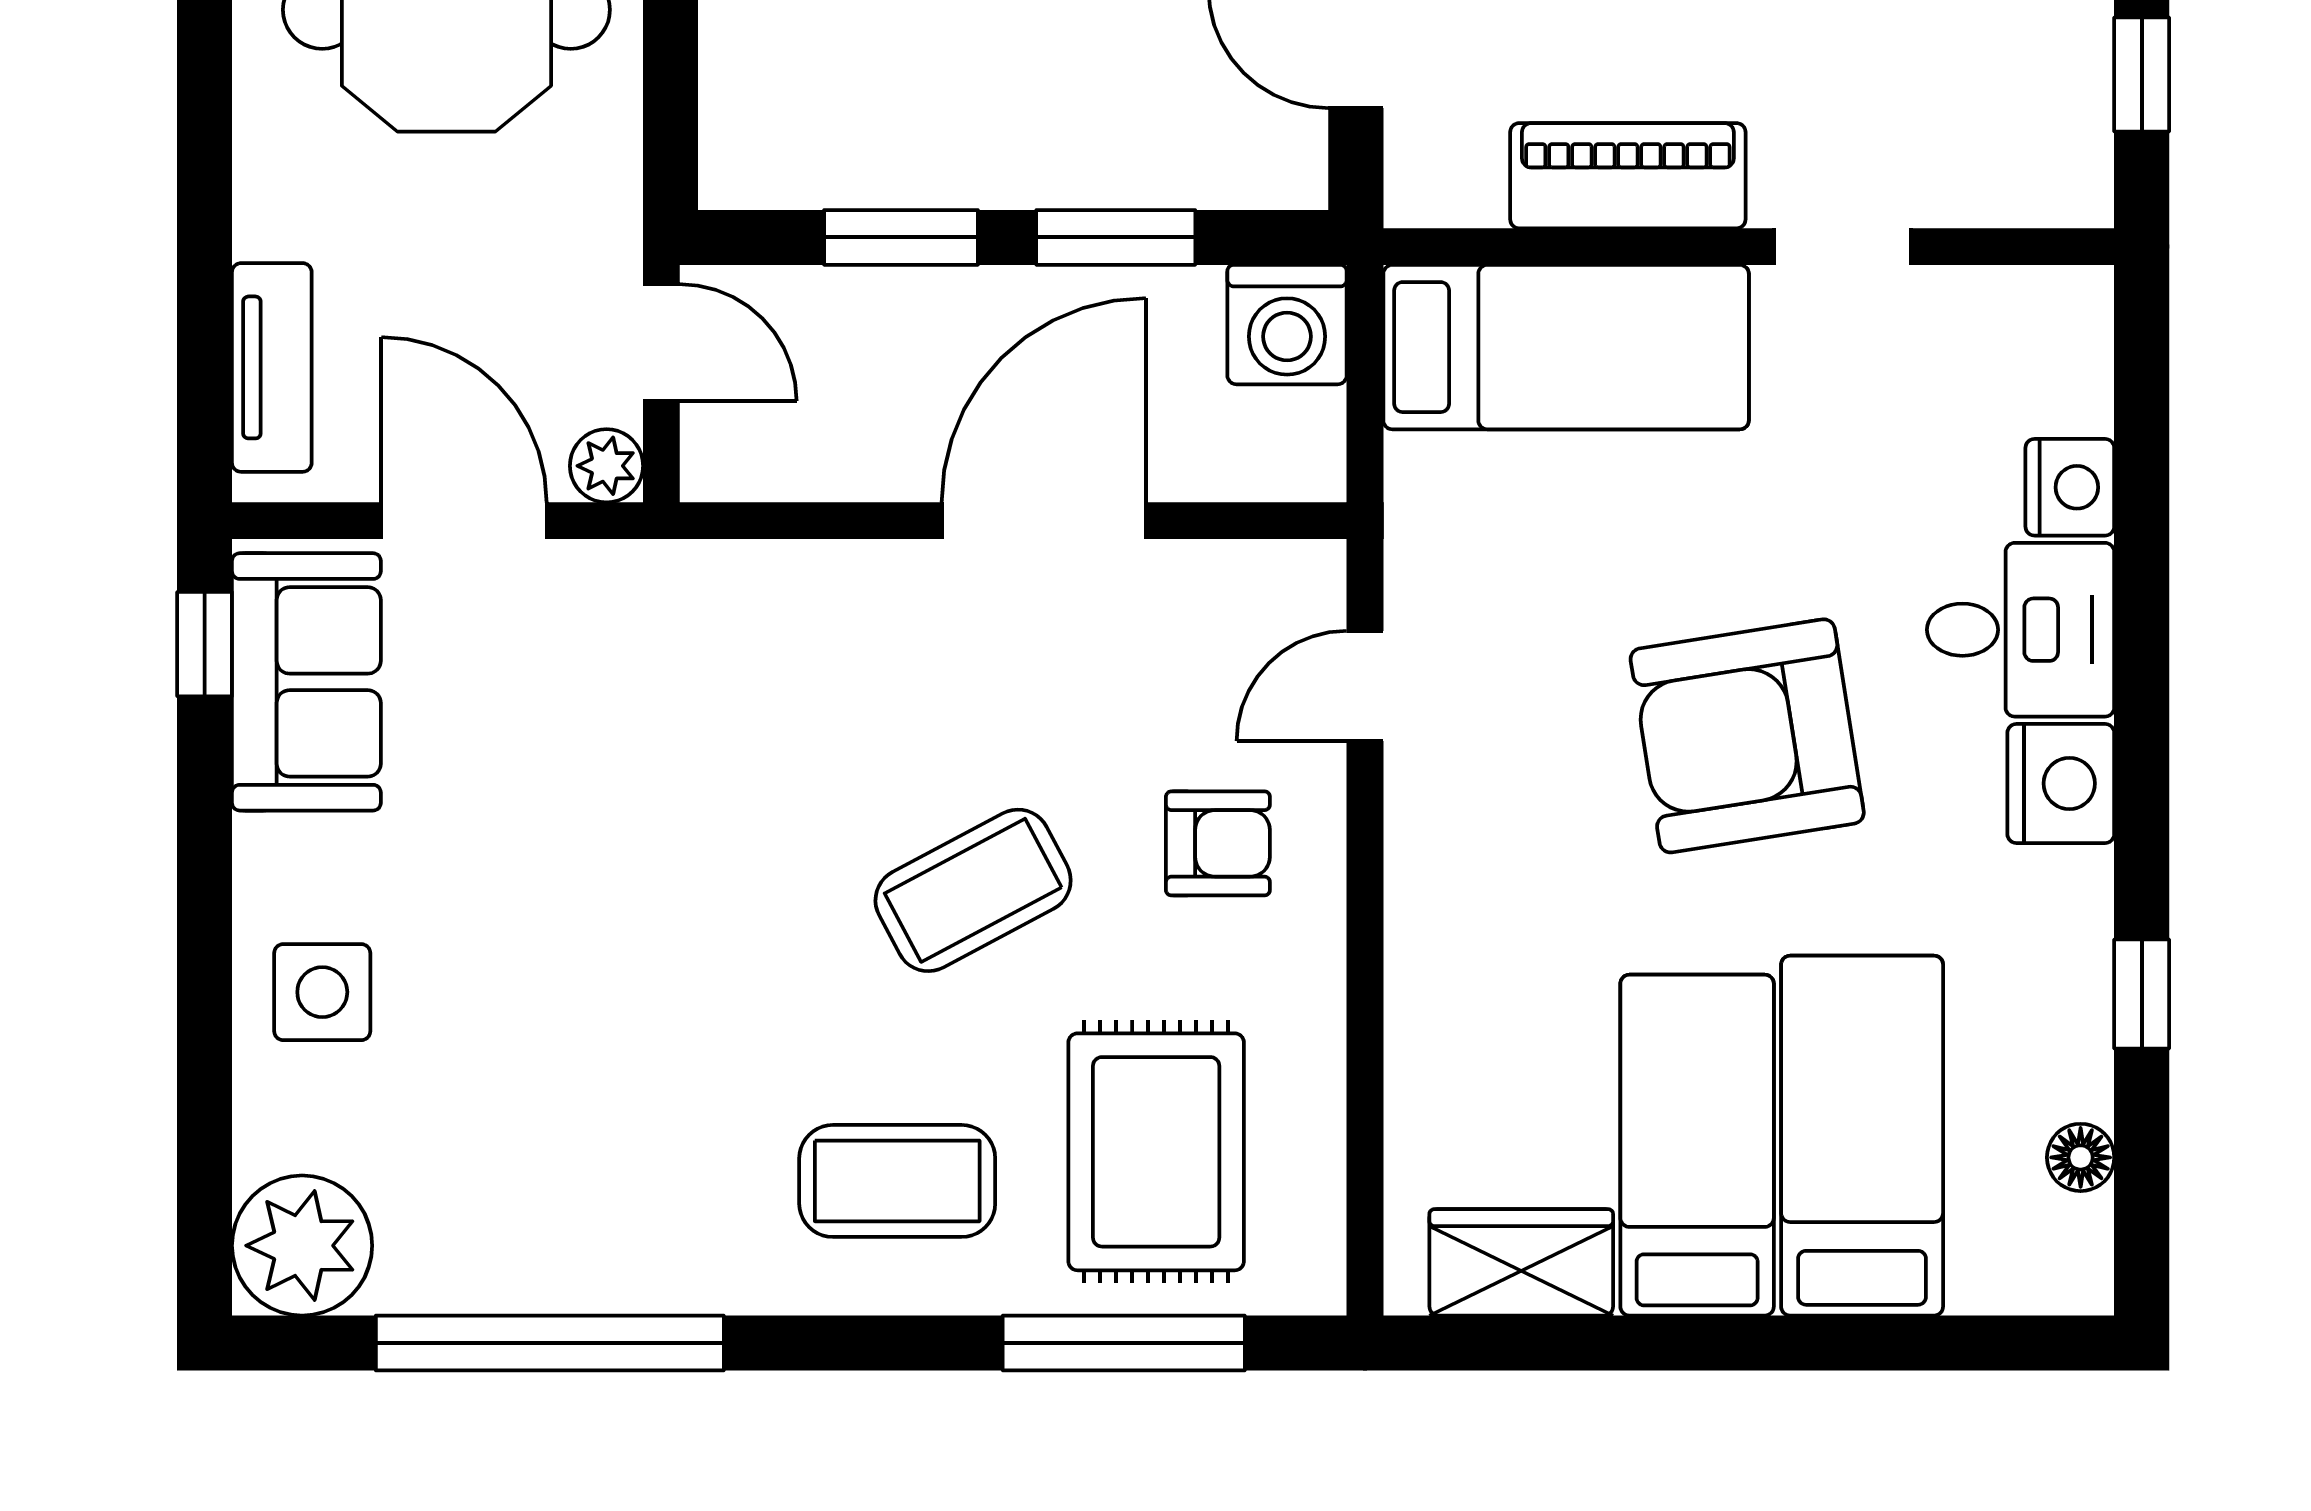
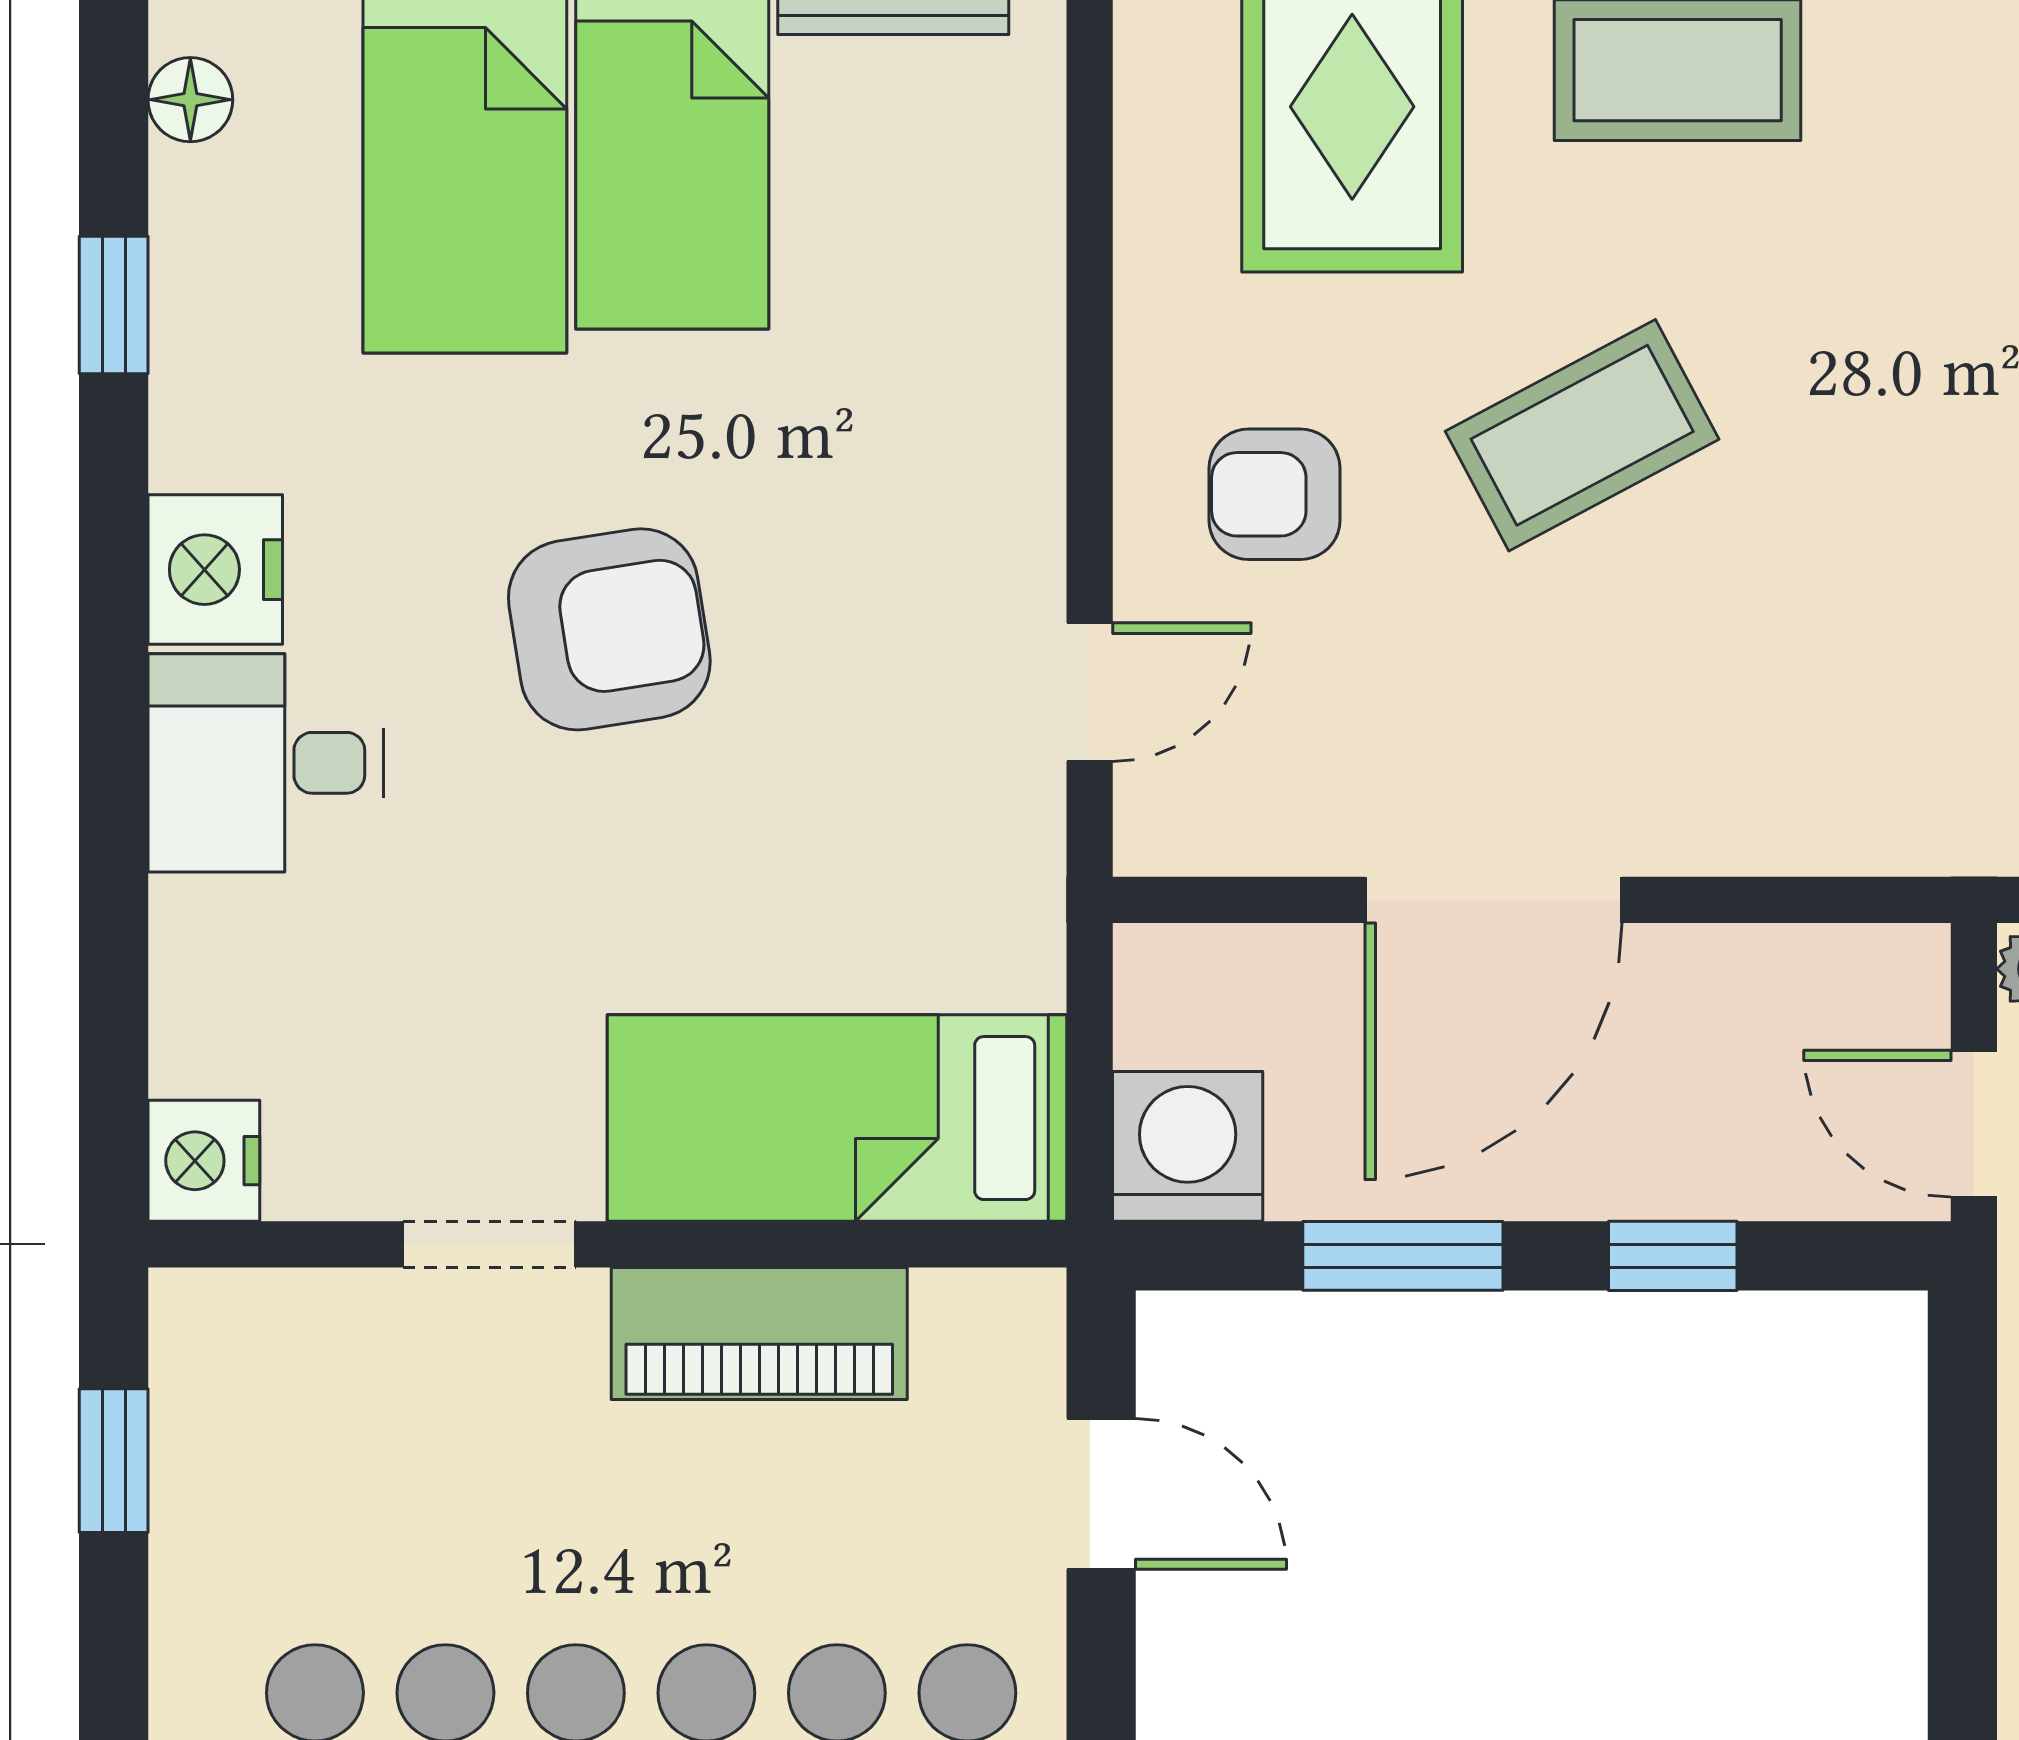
window: (901, 237) -> (1673, 1256), width x0.67
nightstand: (2070, 487) -> (204, 1161), moved
armchair: (1747, 736) -> (609, 629), width x0.73, depth x0.73

